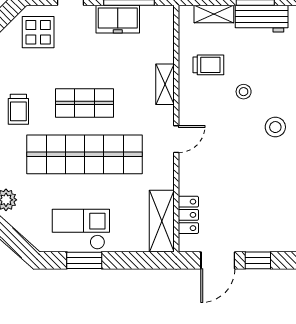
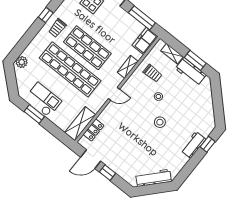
freezer: (118, 19) -> (145, 41), moved, turned 90
shop shelf: (85, 103) -> (87, 48), width x1.43, depth x1.36

